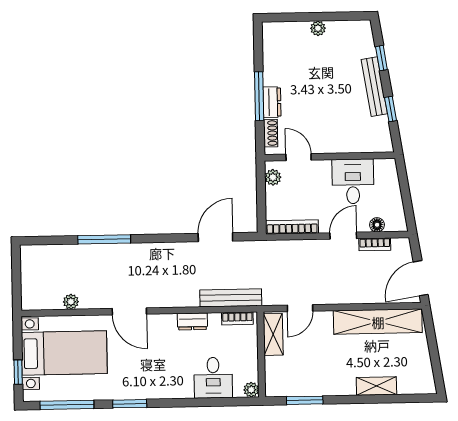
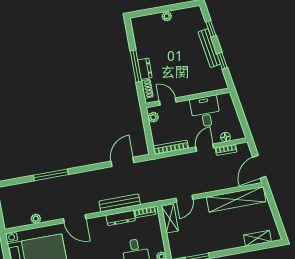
bench: (231, 298) -> (120, 203), moved
dresser: (192, 321) -> (121, 218), width x1.44
shelving: (376, 386) -> (257, 238), moved

